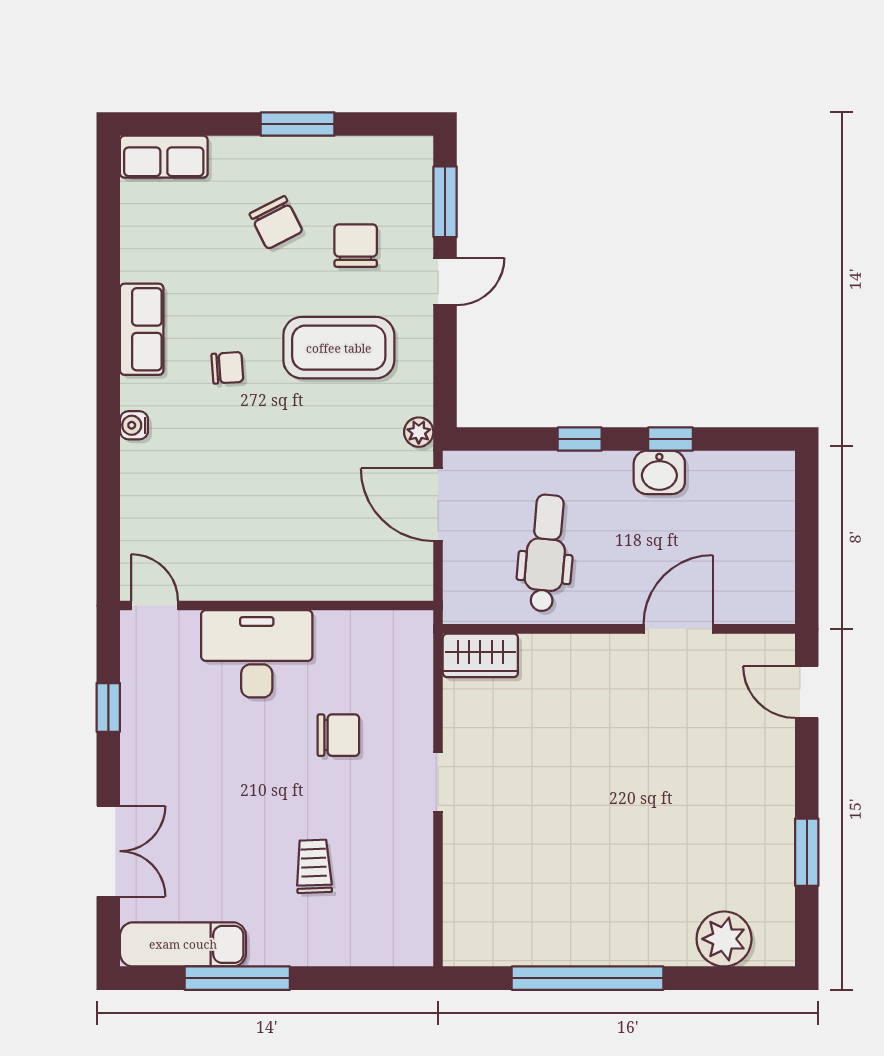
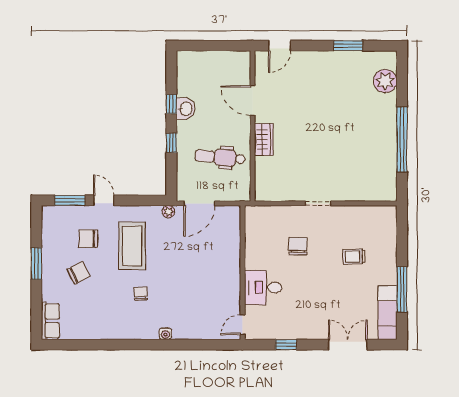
row of seats: (142, 329) -> (124, 330), removed
desk: (257, 654) -> (263, 288), width x0.73
wardrobe: (480, 655) -> (264, 139), moved

